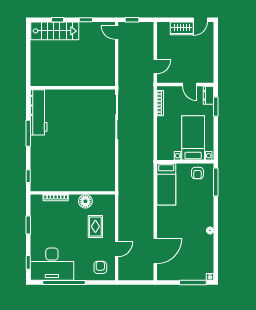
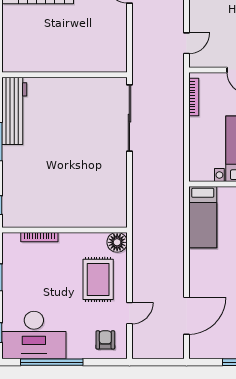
floor lamp: (85, 201) -> (117, 242), moved
rug: (95, 226) -> (98, 279), width x1.36, depth x1.43

